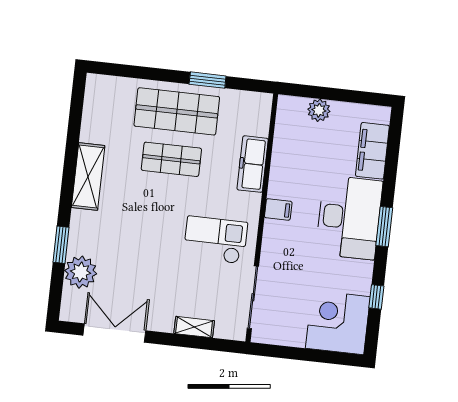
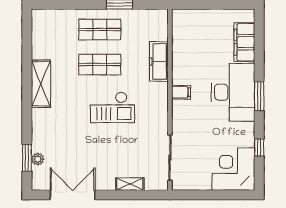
plant: (319, 110) -> (202, 17), removed
shop shelf: (177, 111) -> (100, 29), width x0.70, depth x0.74
checkout: (215, 240) -> (112, 107), moved, turned 180
window: (61, 245) -> (27, 158), moved
plant: (81, 272) -> (38, 159), width x0.53, depth x0.53

